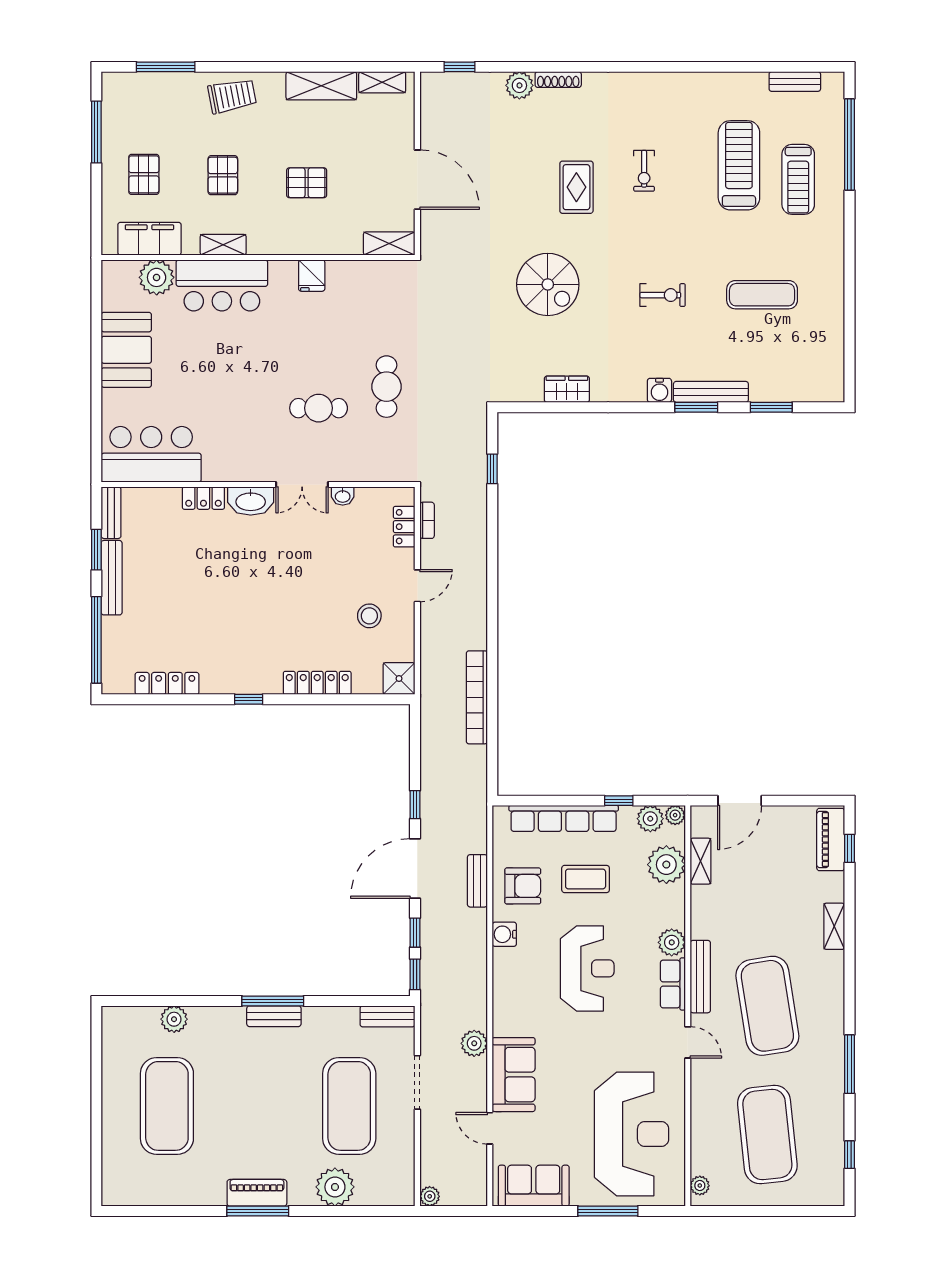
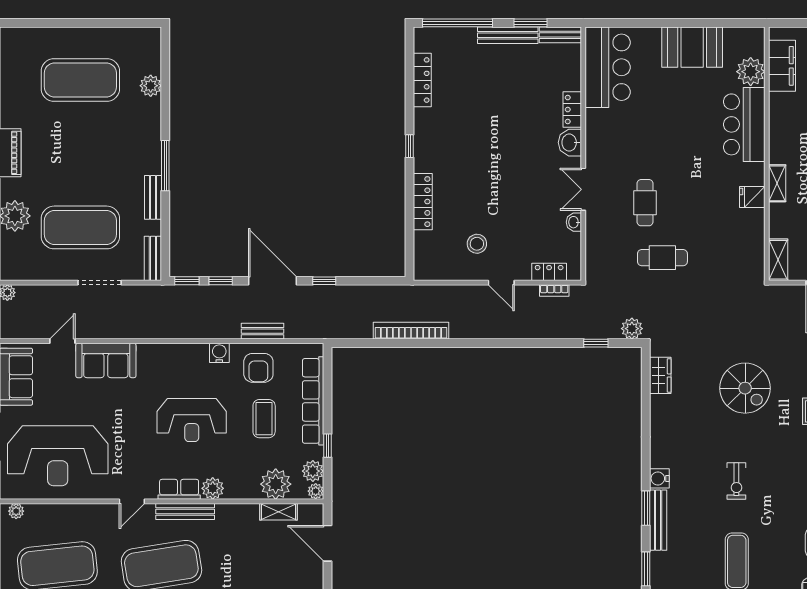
shelving: (223, 245) -> (777, 183), moved
spiral stairs: (548, 284) -> (745, 388), turned -90
wardrobe: (567, 389) -> (660, 375), moved
washbasin: (251, 501) -> (570, 143), width x0.72
shower: (399, 678) -> (426, 268), removed
bench: (274, 1016) -> (153, 197), moved
plant: (474, 1043) -> (632, 329), moved

